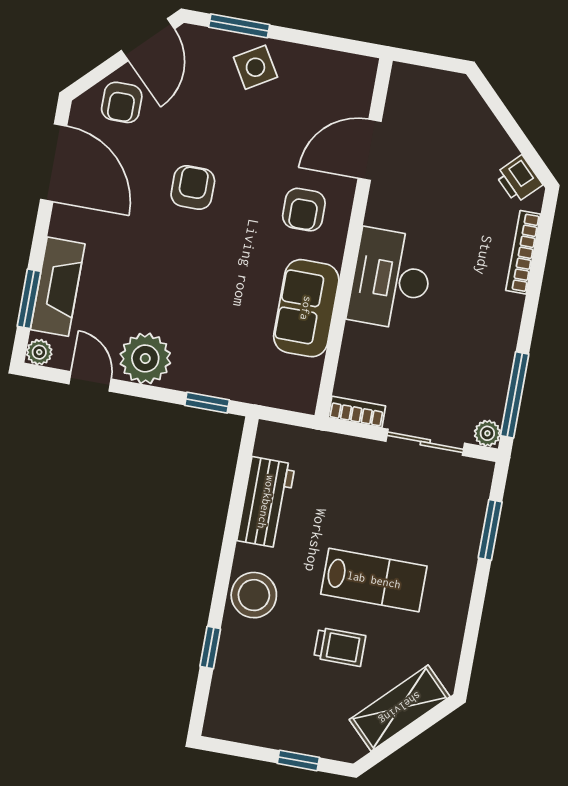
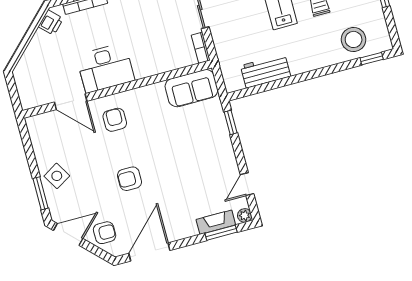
armchair: (304, 210) -> (115, 120), turned -90
desk: (391, 279) -> (105, 68), moved
fireplace: (58, 287) -> (216, 222), width x0.73, depth x0.76
sofa: (306, 308) -> (191, 88), moved
plant: (145, 358) -> (223, 163), removed
stool: (254, 595) -> (354, 39), moved
window: (210, 647) -> (372, 59), moved

